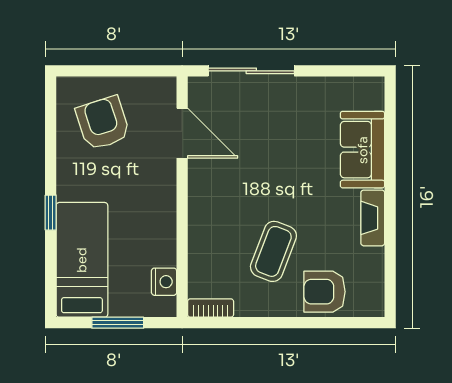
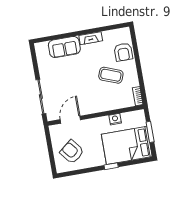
armchair: (103, 123) -> (72, 152), turned 69
bed: (82, 260) -> (127, 145), width x1.50
nightstand: (164, 282) -> (115, 119), moved

